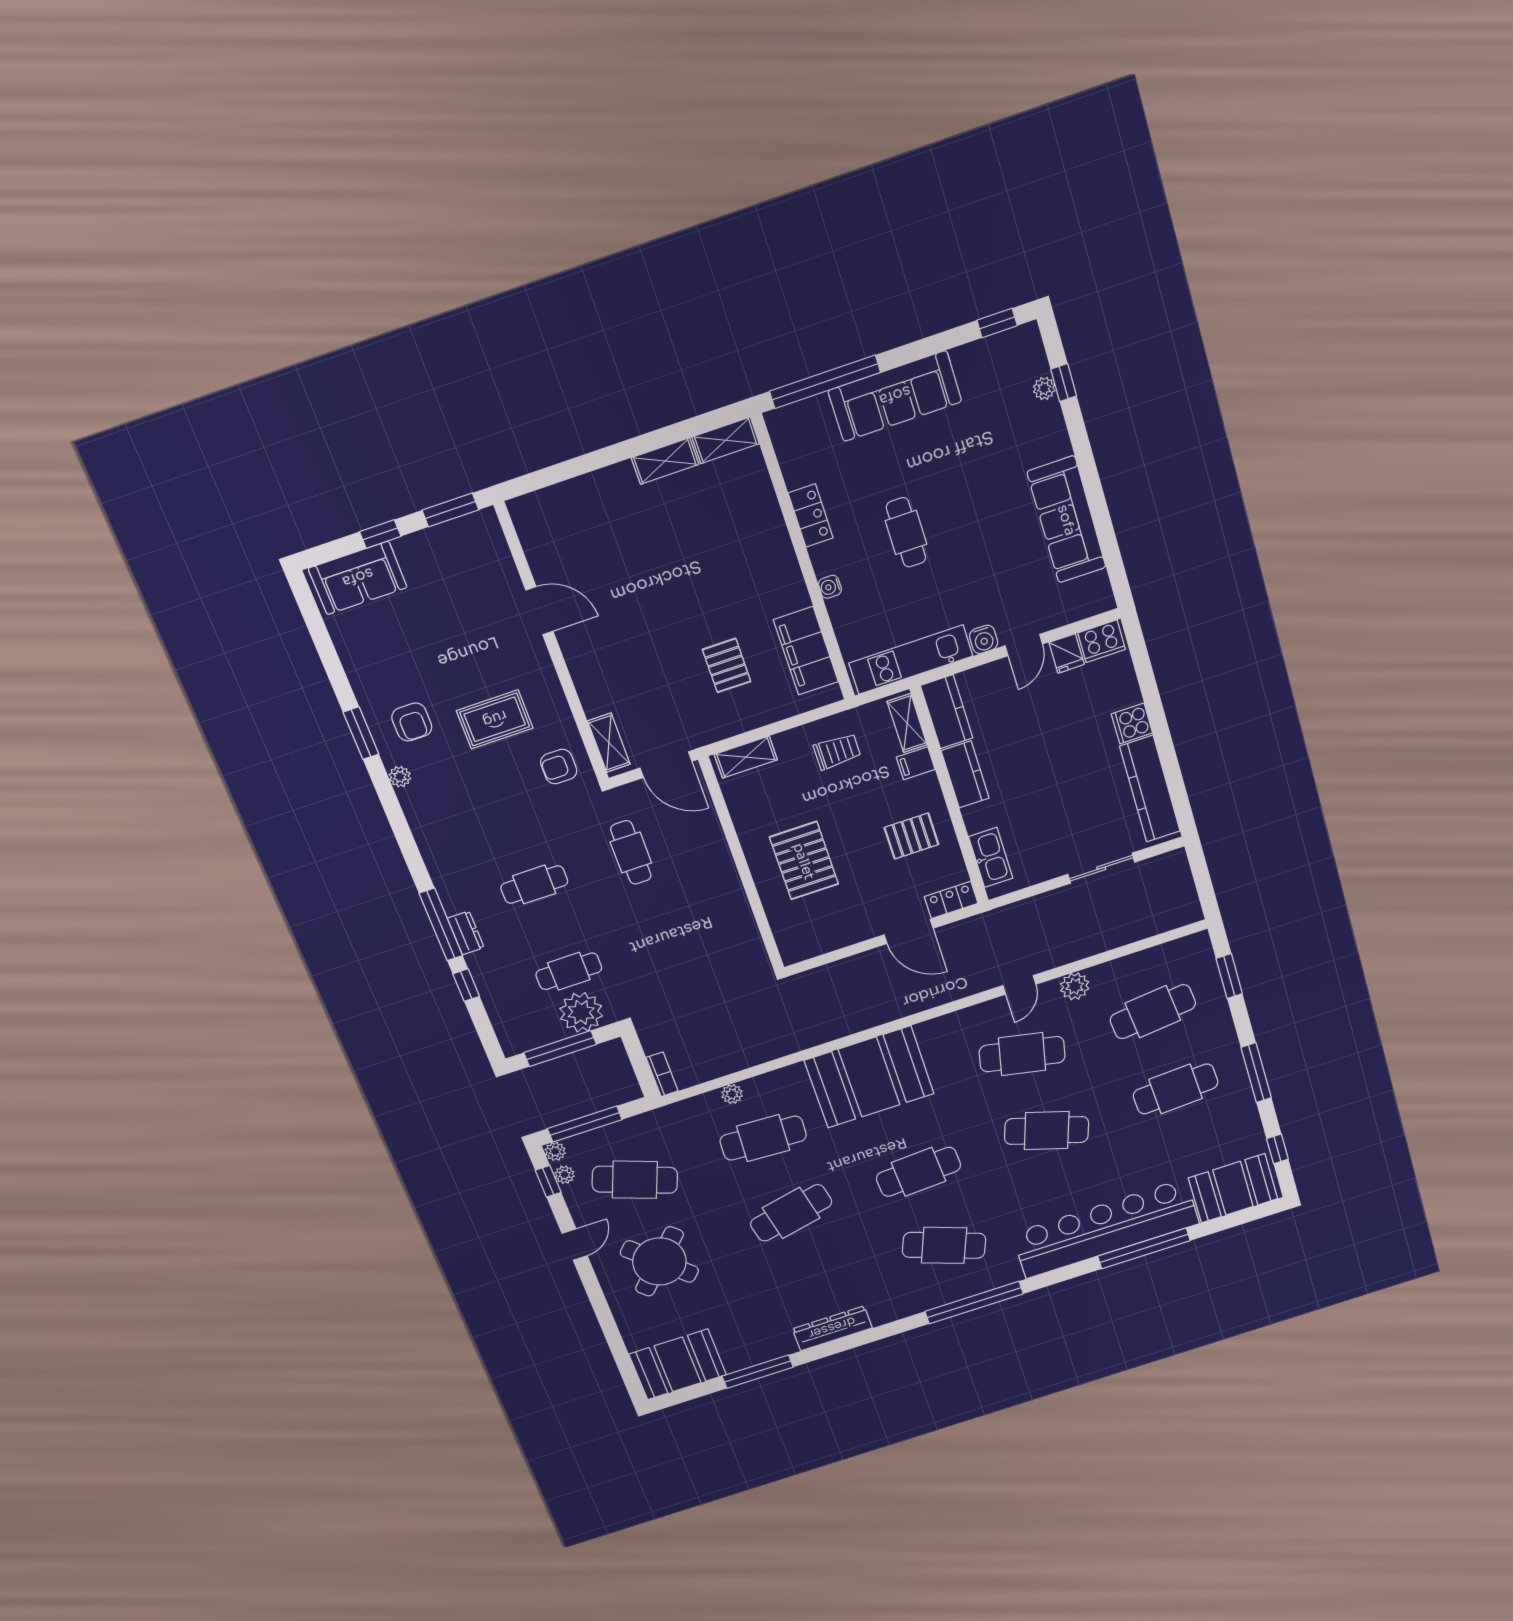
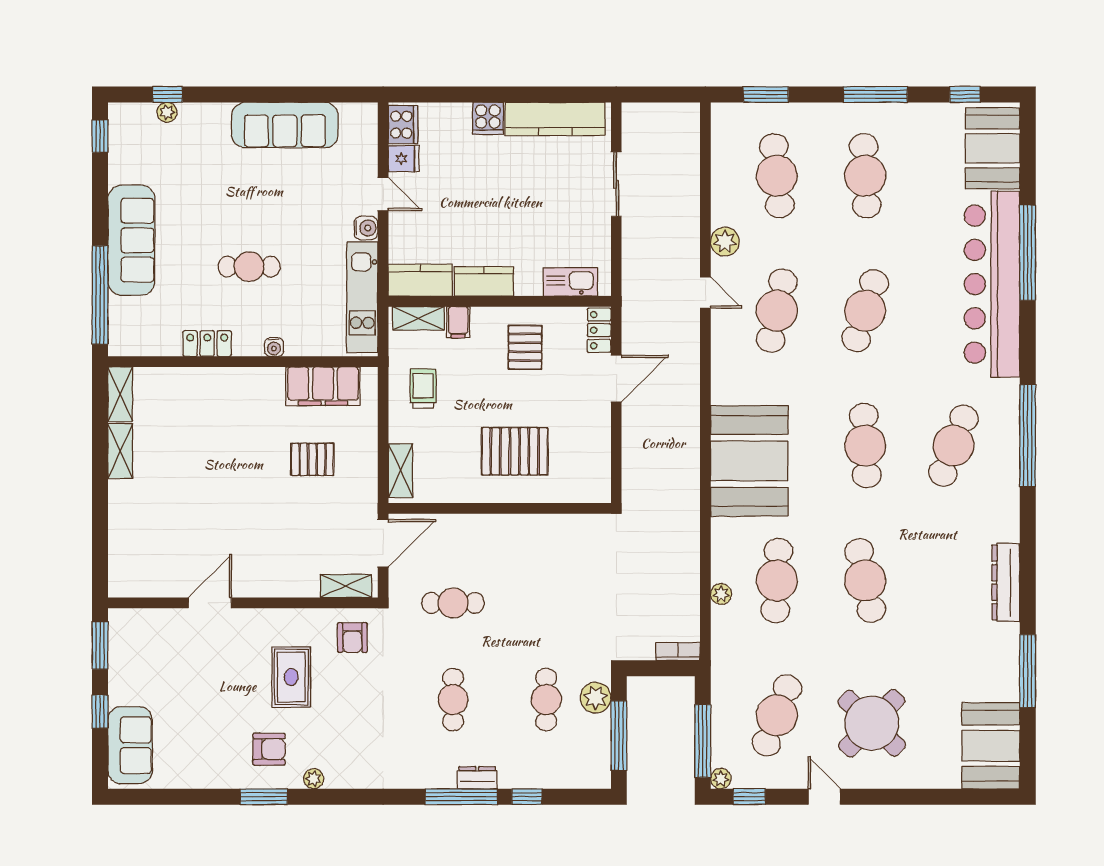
plant: (581, 1012) -> (596, 698), width x0.73, depth x0.73
plant: (565, 1175) -> (748, 779), removed

